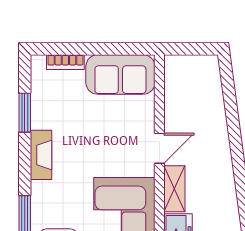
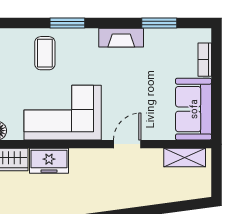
door: (159, 148) -> (127, 144), swing flipped
shelving: (174, 189) -> (185, 158), moved

